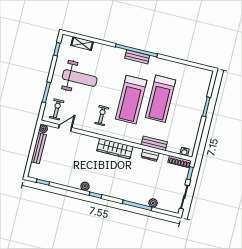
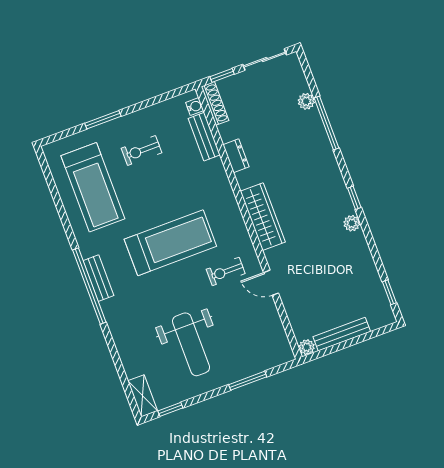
shelving: (82, 44) -> (143, 396), moved
weight bench: (80, 78) -> (191, 344), turned 180
treadmill: (161, 99) -> (93, 187), moved, turned 90
exercise bike: (57, 109) -> (142, 150), moved
door: (65, 128) -> (271, 283), moved
bench: (154, 143) -> (204, 137), moved

